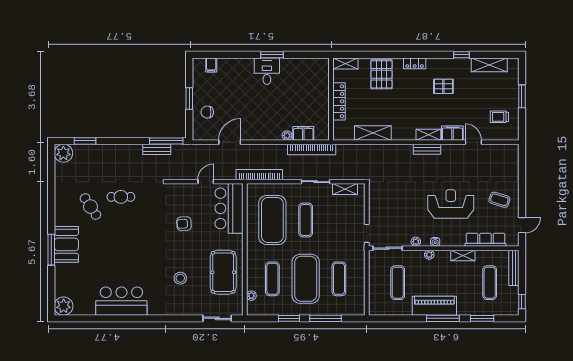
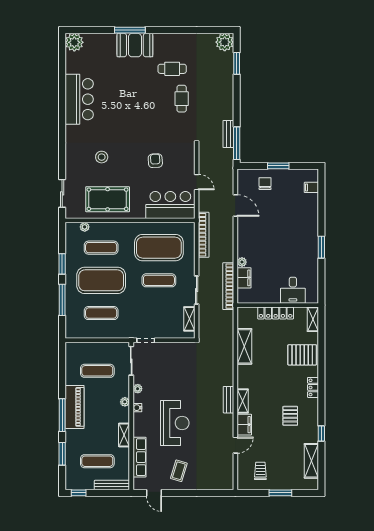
desk: (267, 71) -> (293, 290), moved, turned 90
cafe table: (90, 207) -> (172, 69), turned 33

